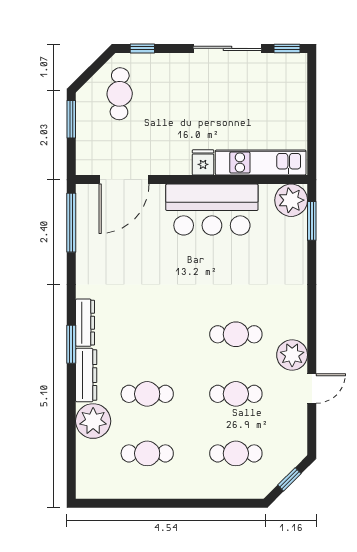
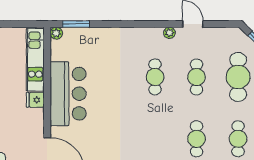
plant: (291, 200) -> (56, 33), width x0.53, depth x0.53
plant: (292, 355) -> (169, 33), width x0.53, depth x0.53
cafe table: (236, 453) -> (238, 77), width x1.37, depth x1.35

